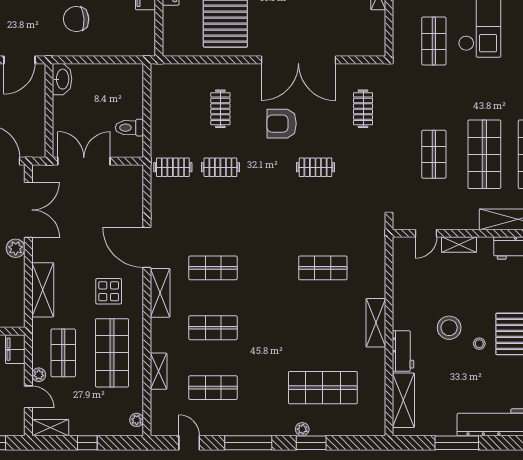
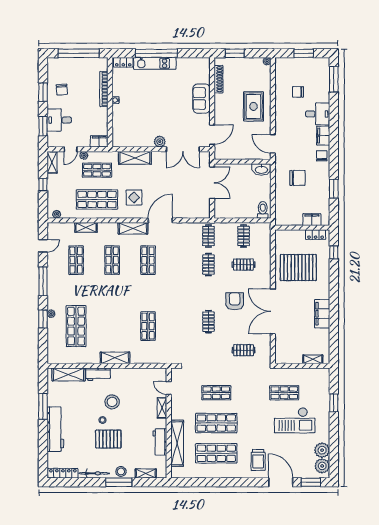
chair: (76, 19) -> (297, 178), turned 94
clothes rail: (173, 109) -> (244, 236), added
toilet: (129, 128) -> (263, 210), moved

